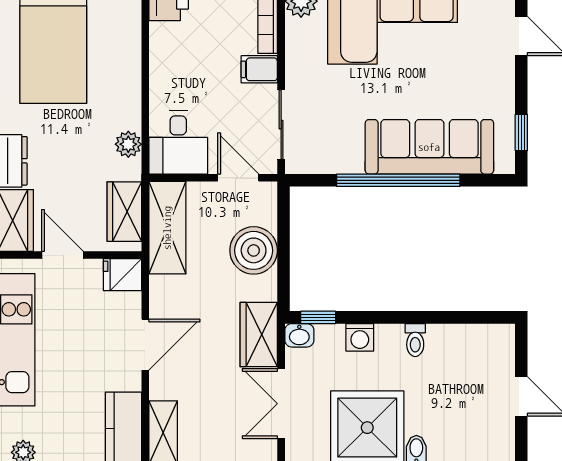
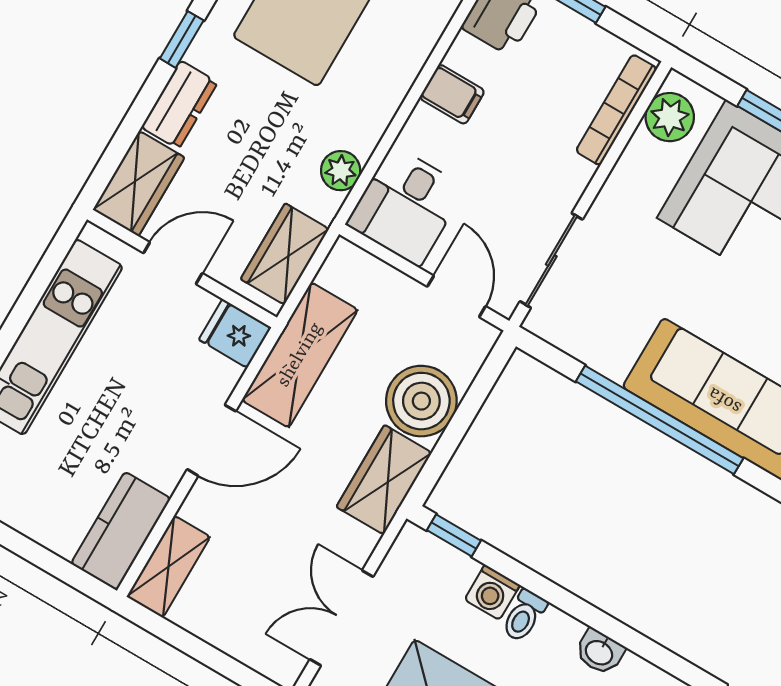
filing cabinet: (259, 69) -> (452, 94), moved, turned 180
shelving: (167, 228) -> (300, 355), moved
door: (62, 255) -> (173, 263), hinge flipped
wardrobe: (259, 335) -> (384, 480), moved
washbasin: (299, 335) -> (600, 652), moved
toilet: (415, 340) -> (524, 616), moved

